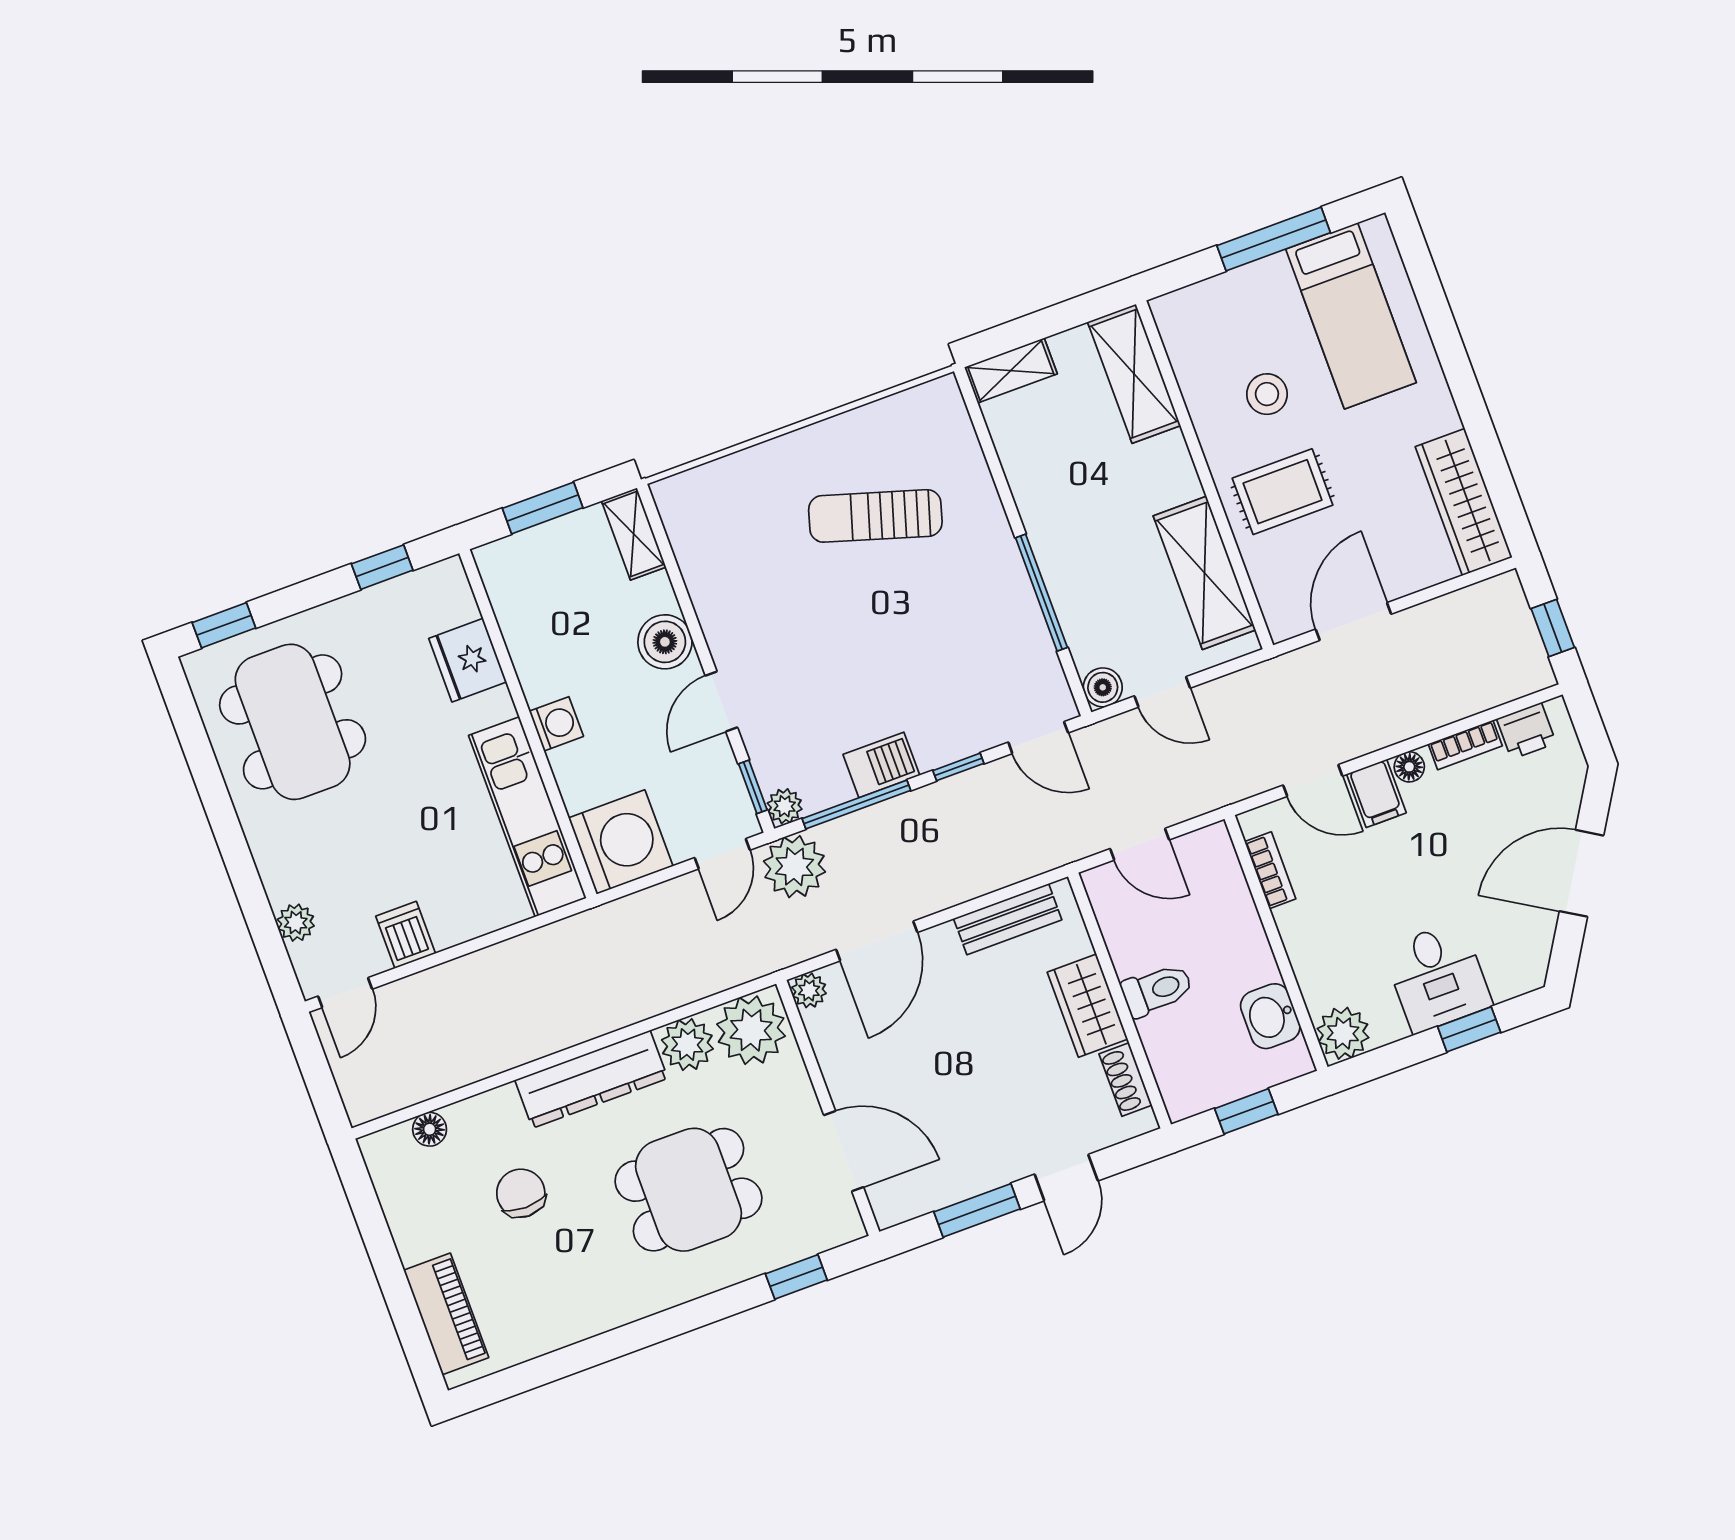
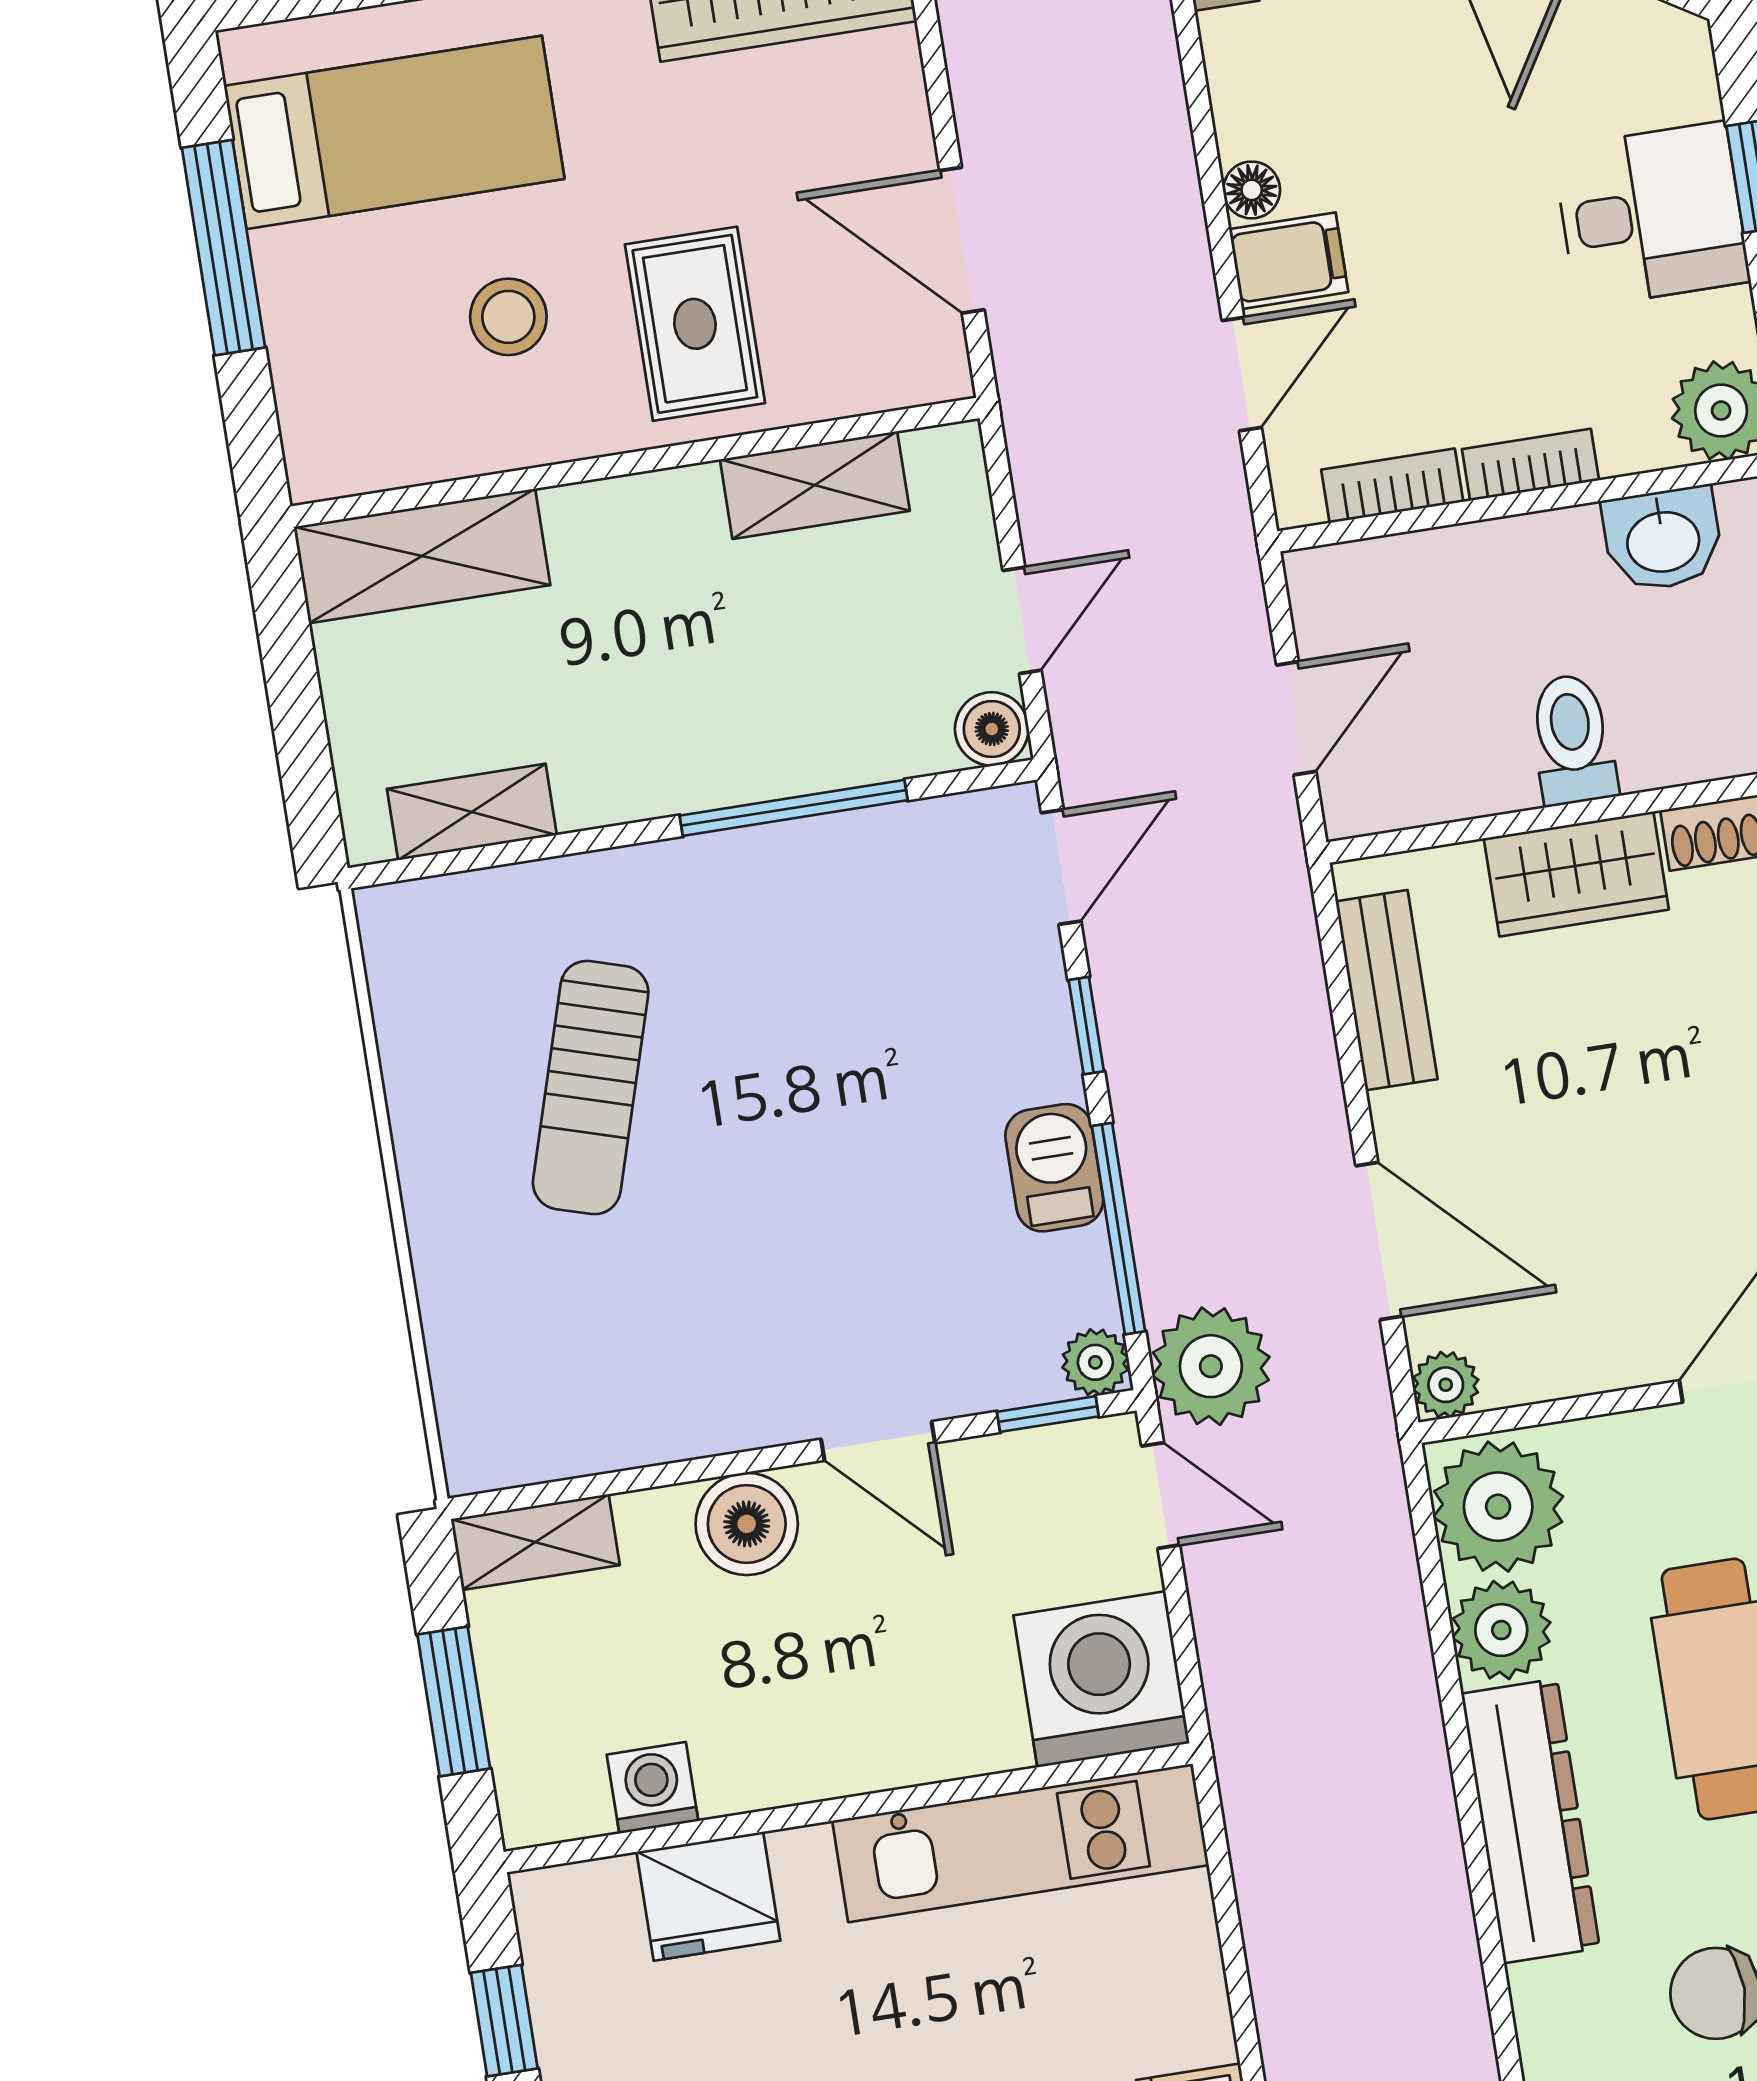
shelving: (1011, 371) -> (472, 812), moved, turned 90
shelving: (1204, 573) -> (815, 485), width x0.67, depth x0.75
washing machine: (556, 724) -> (653, 1788), moved
bookcase: (1465, 745) -> (1530, 465), moved, turned -90

